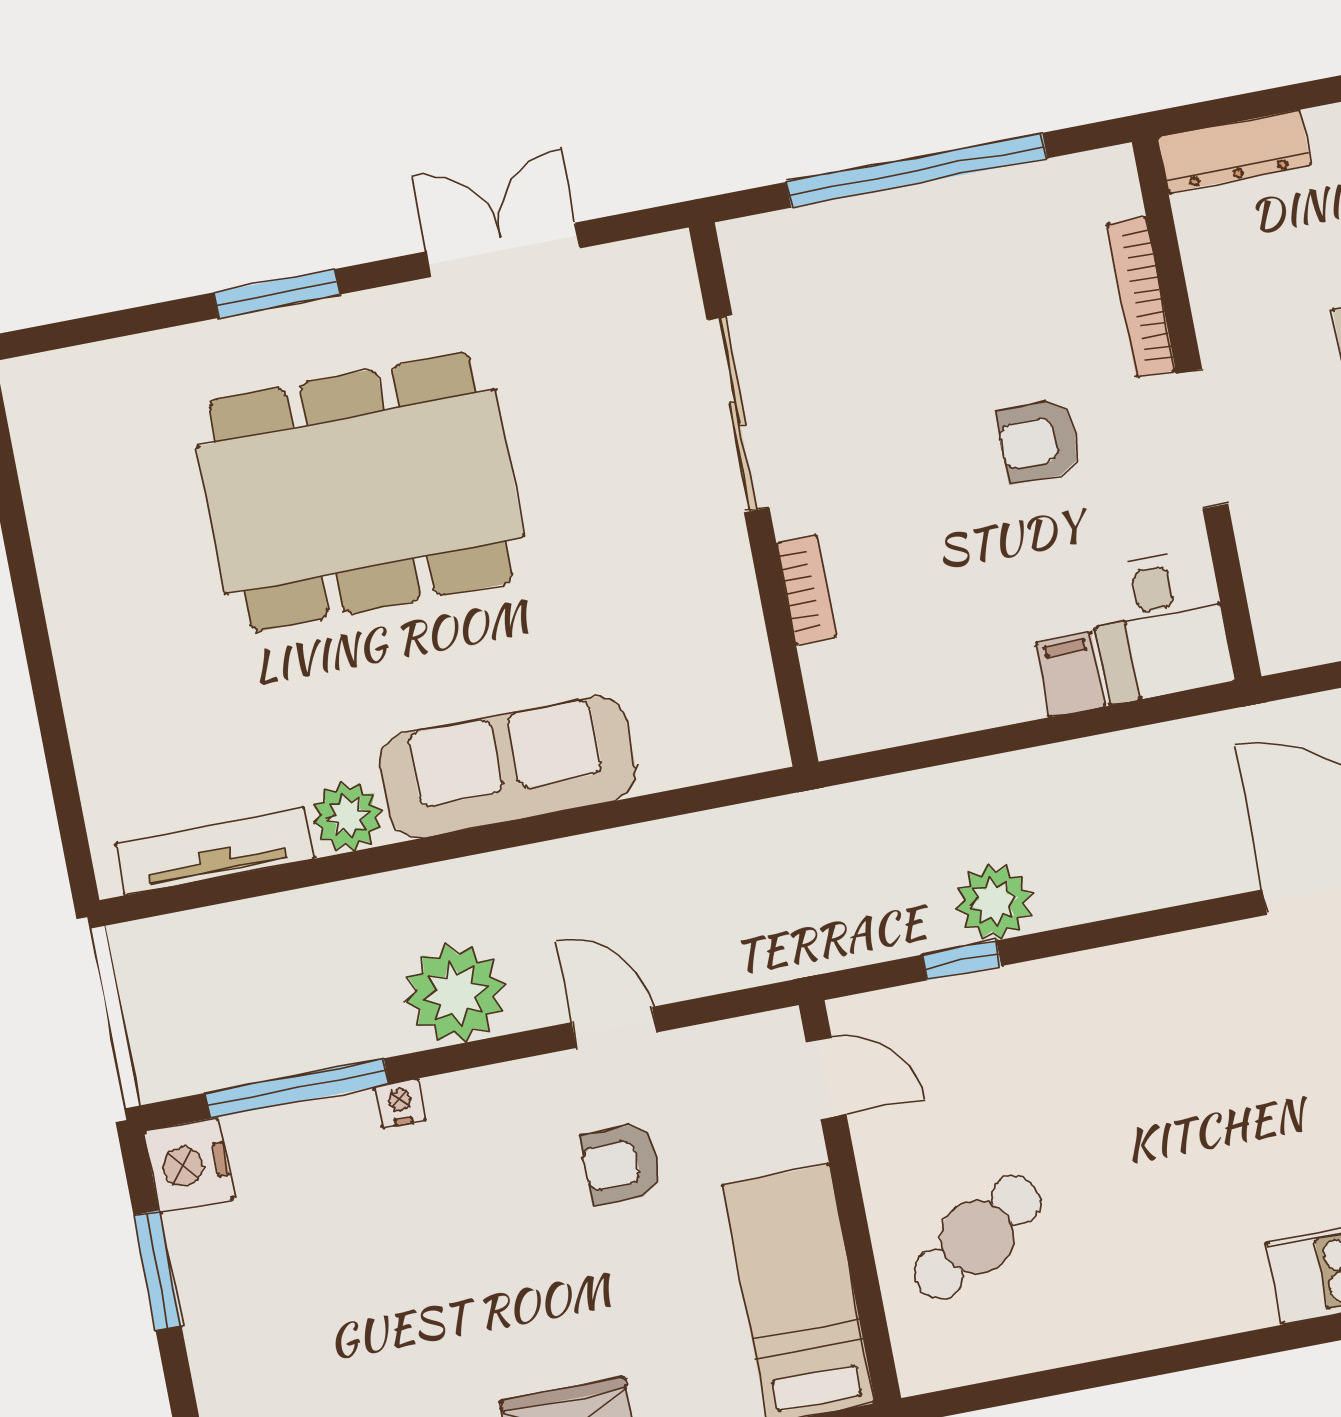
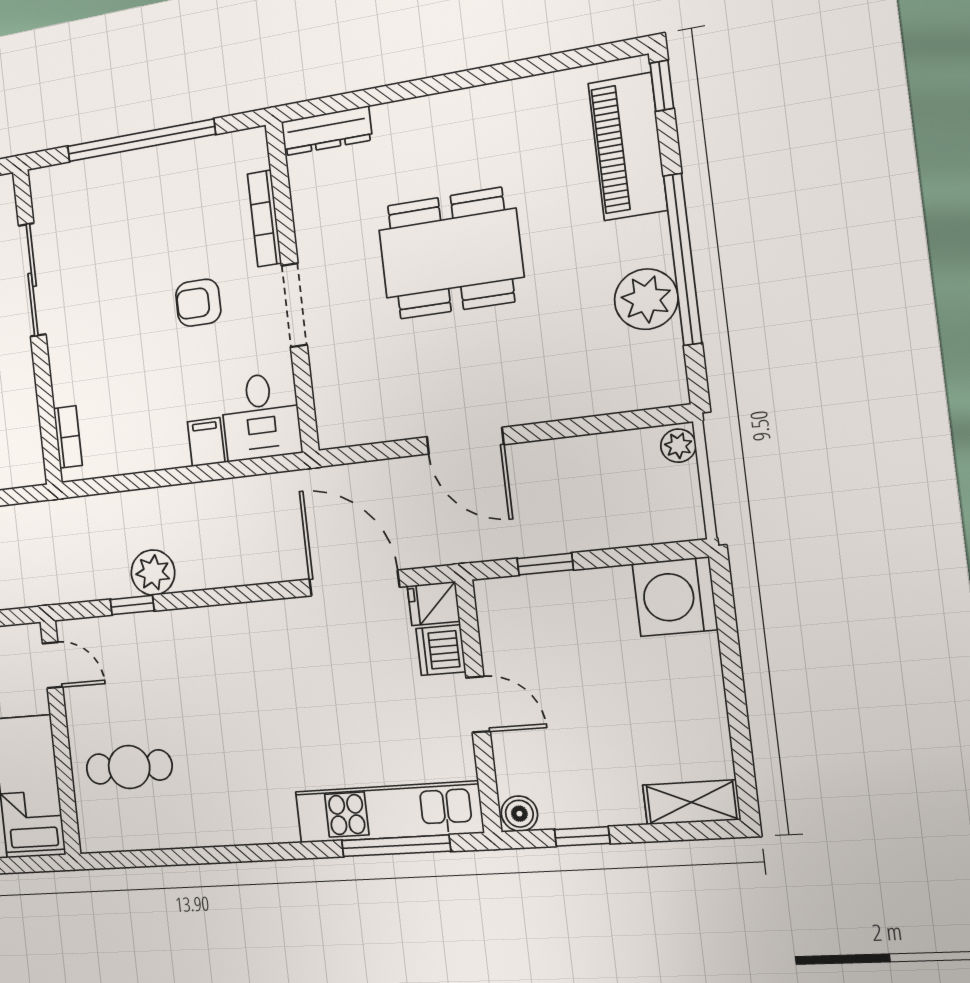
bookcase: (807, 590) -> (68, 437), moved
cafe table: (977, 1237) -> (129, 767), turned 33

